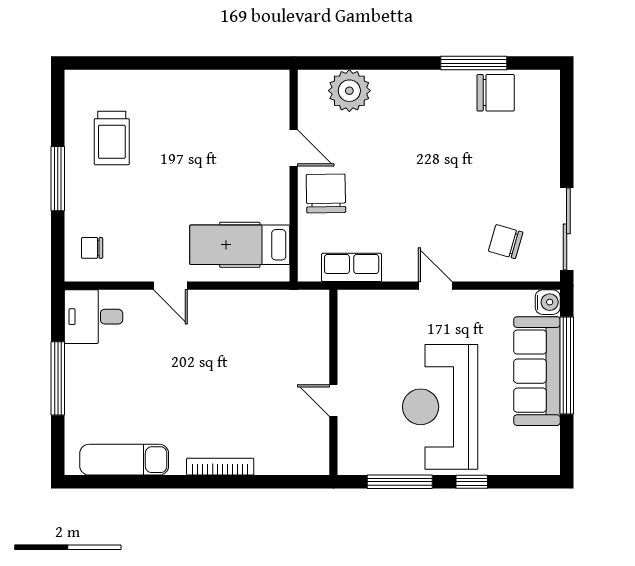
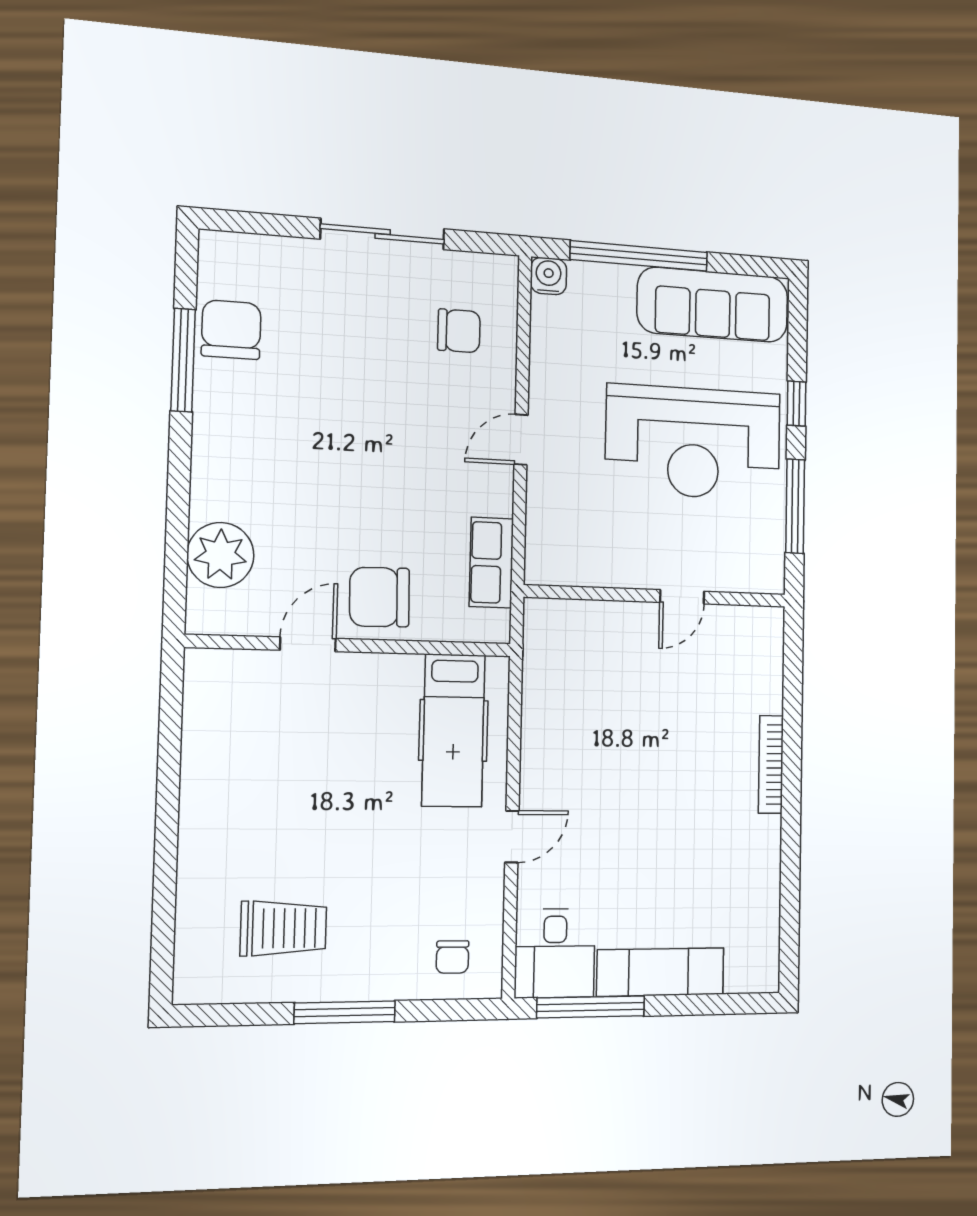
sliding door: (567, 229) -> (383, 234), moved
chair: (506, 242) -> (459, 331), turned -106
sofa: (537, 371) -> (713, 305), moved
window: (58, 378) -> (591, 1007), moved
exam couch: (124, 460) -> (661, 972), moved, turned 90

